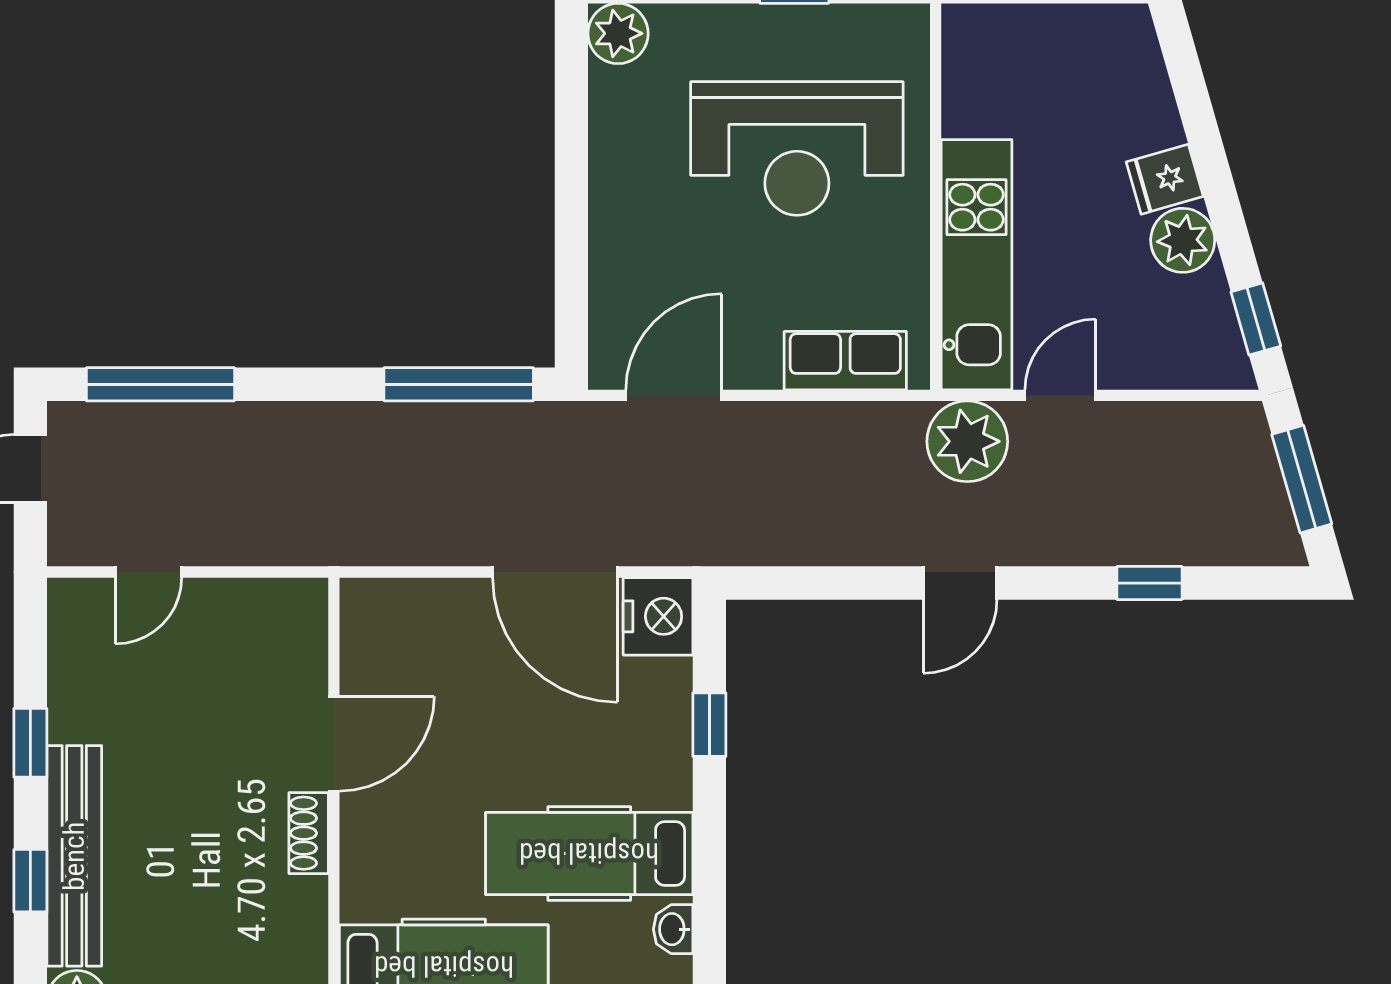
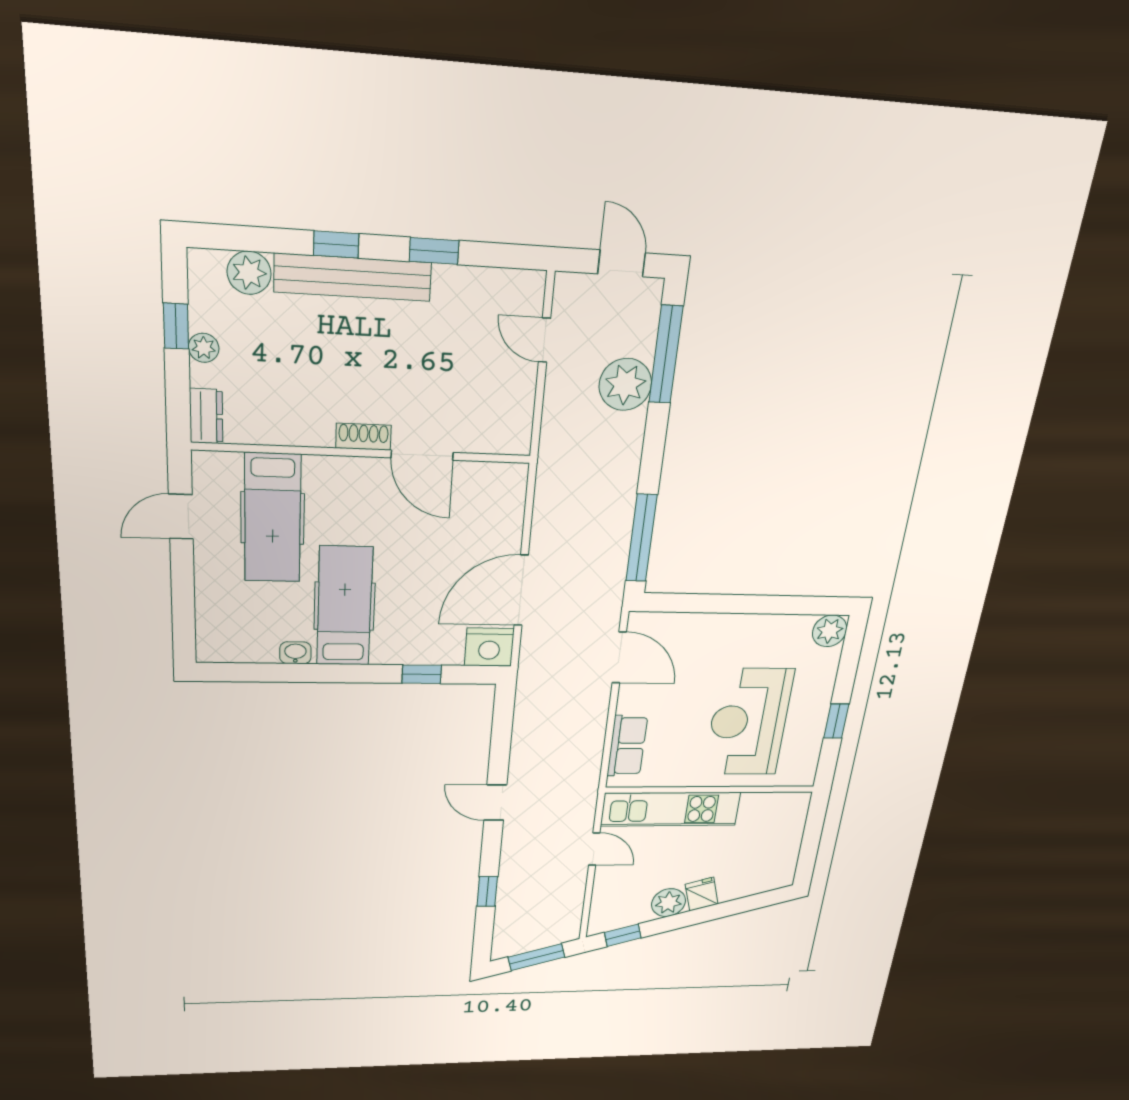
plant: (967, 441) -> (625, 384), moved

